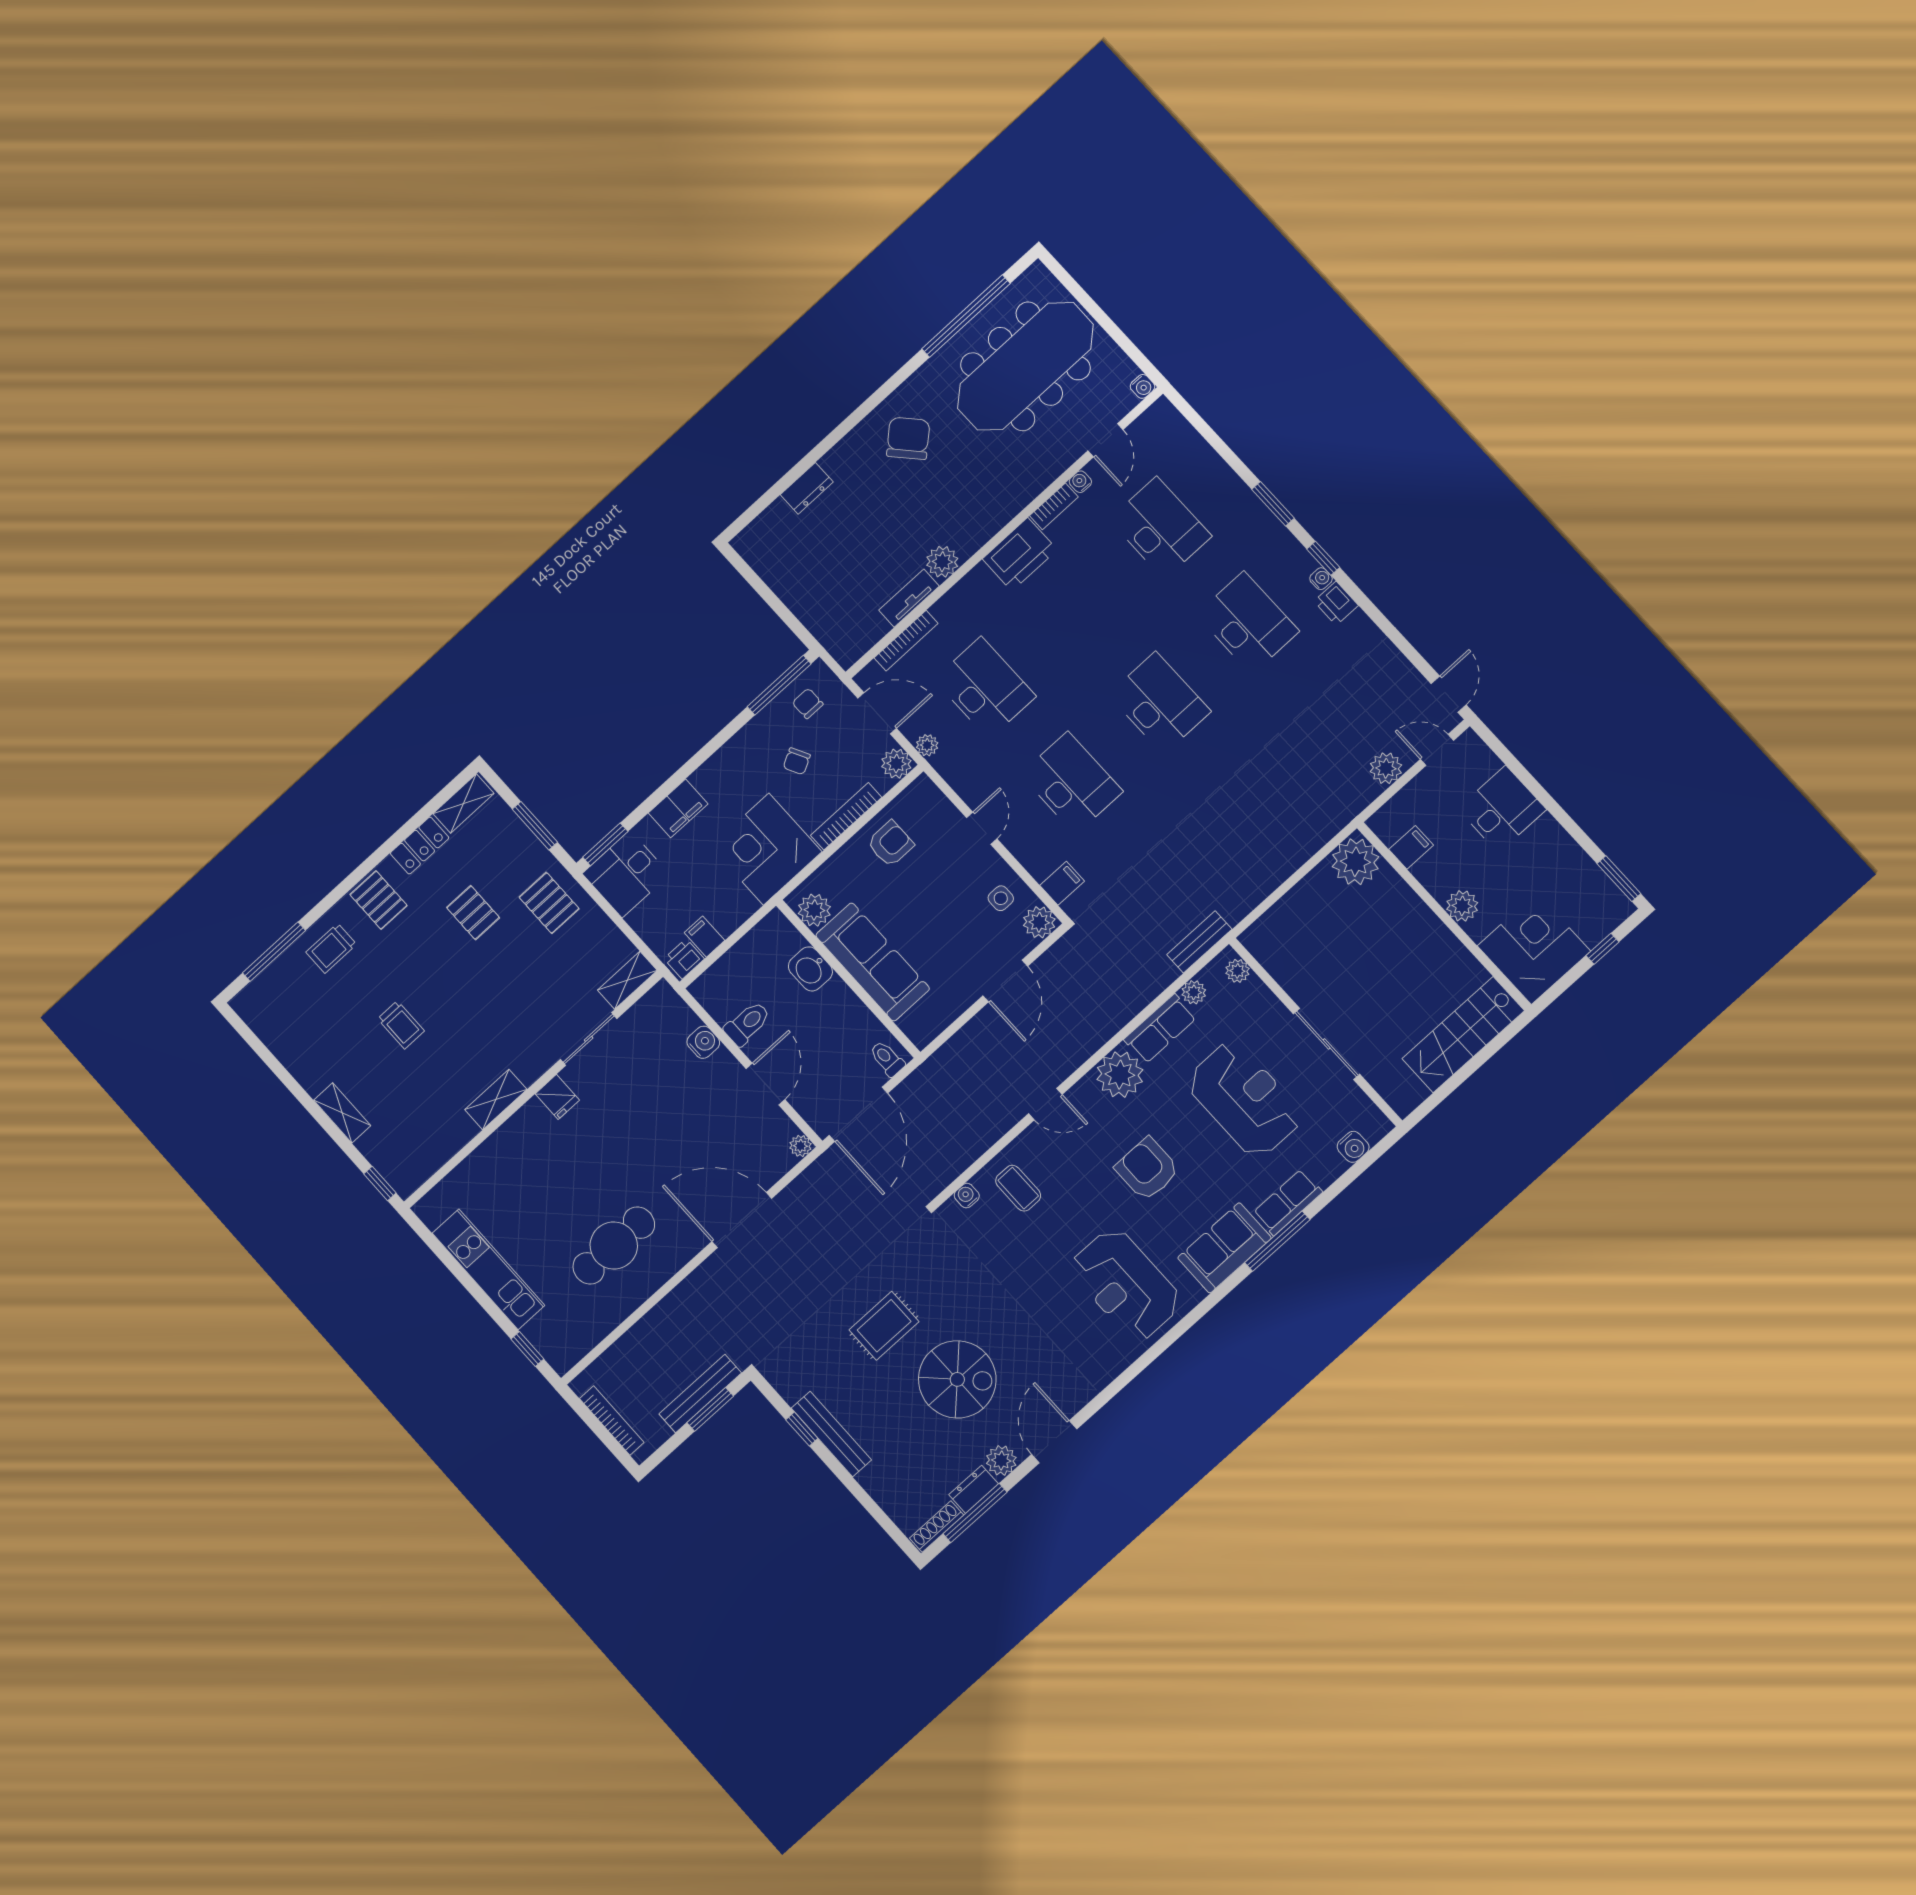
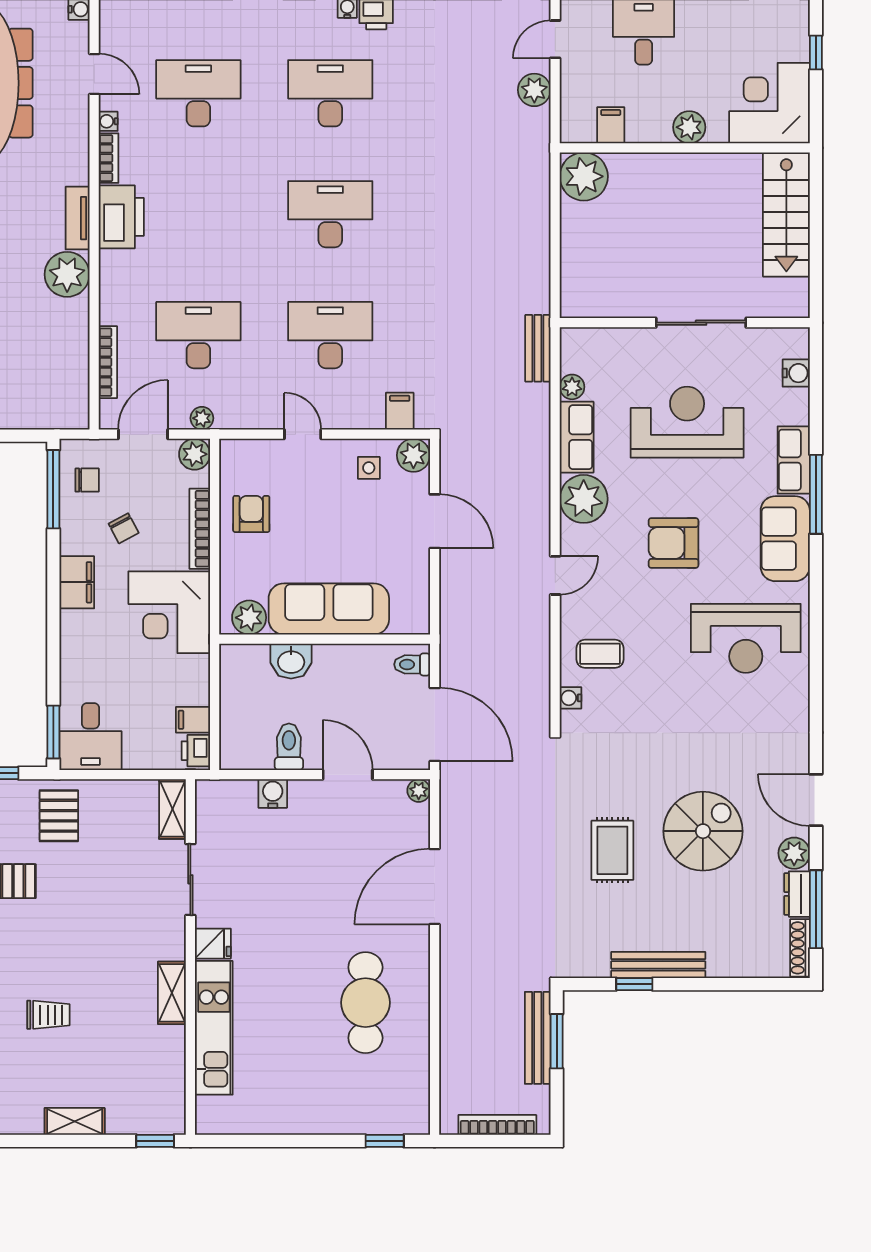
plant: (942, 562) -> (67, 274), width x1.36, depth x1.36
tv unit: (909, 598) -> (78, 218), moved
chair: (808, 703) -> (87, 480), turned 180
filing cabinet: (678, 808) -> (77, 582), moved
pallet: (549, 903) -> (59, 816), turned 90
plant: (1237, 971) -> (586, 339), removed
kitchen unit: (488, 1269) -> (214, 1028), moved, turned 90

